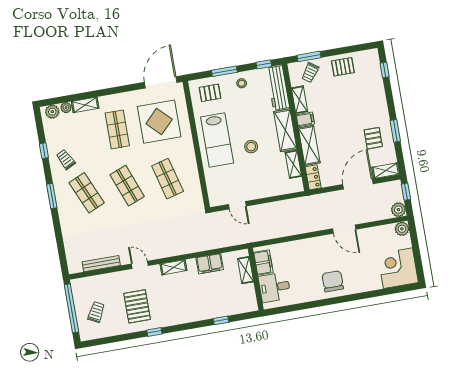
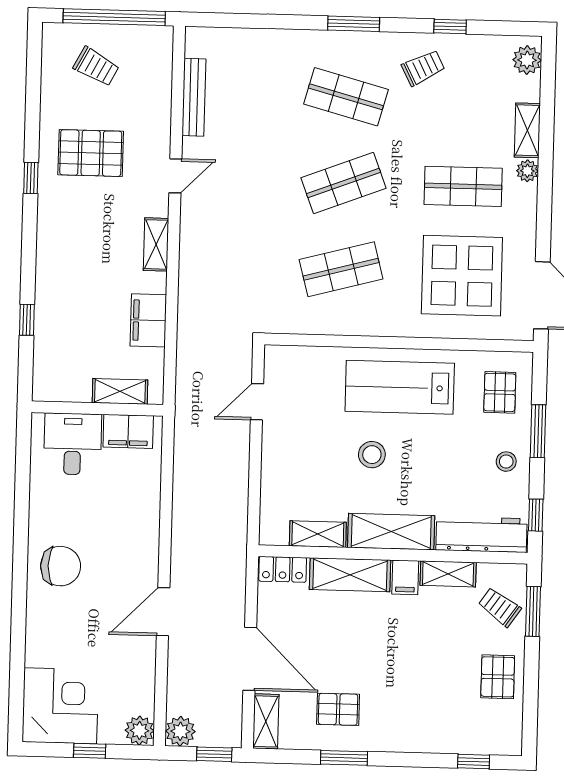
plant: (66, 108) -> (527, 171), moved
shop shelf: (87, 193) -> (346, 97), turned 39
window: (416, 250) -> (90, 751), added

